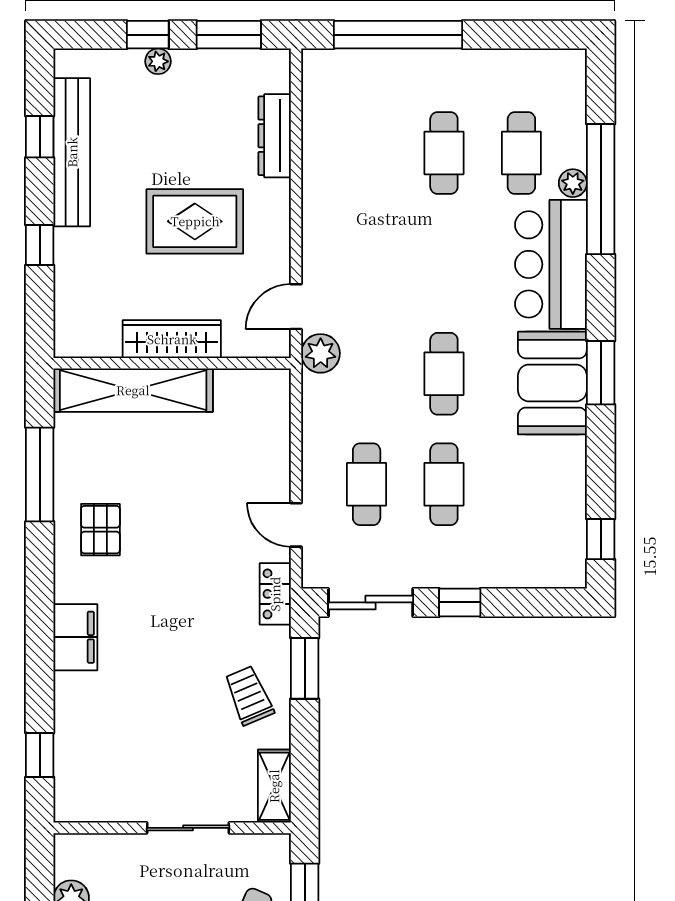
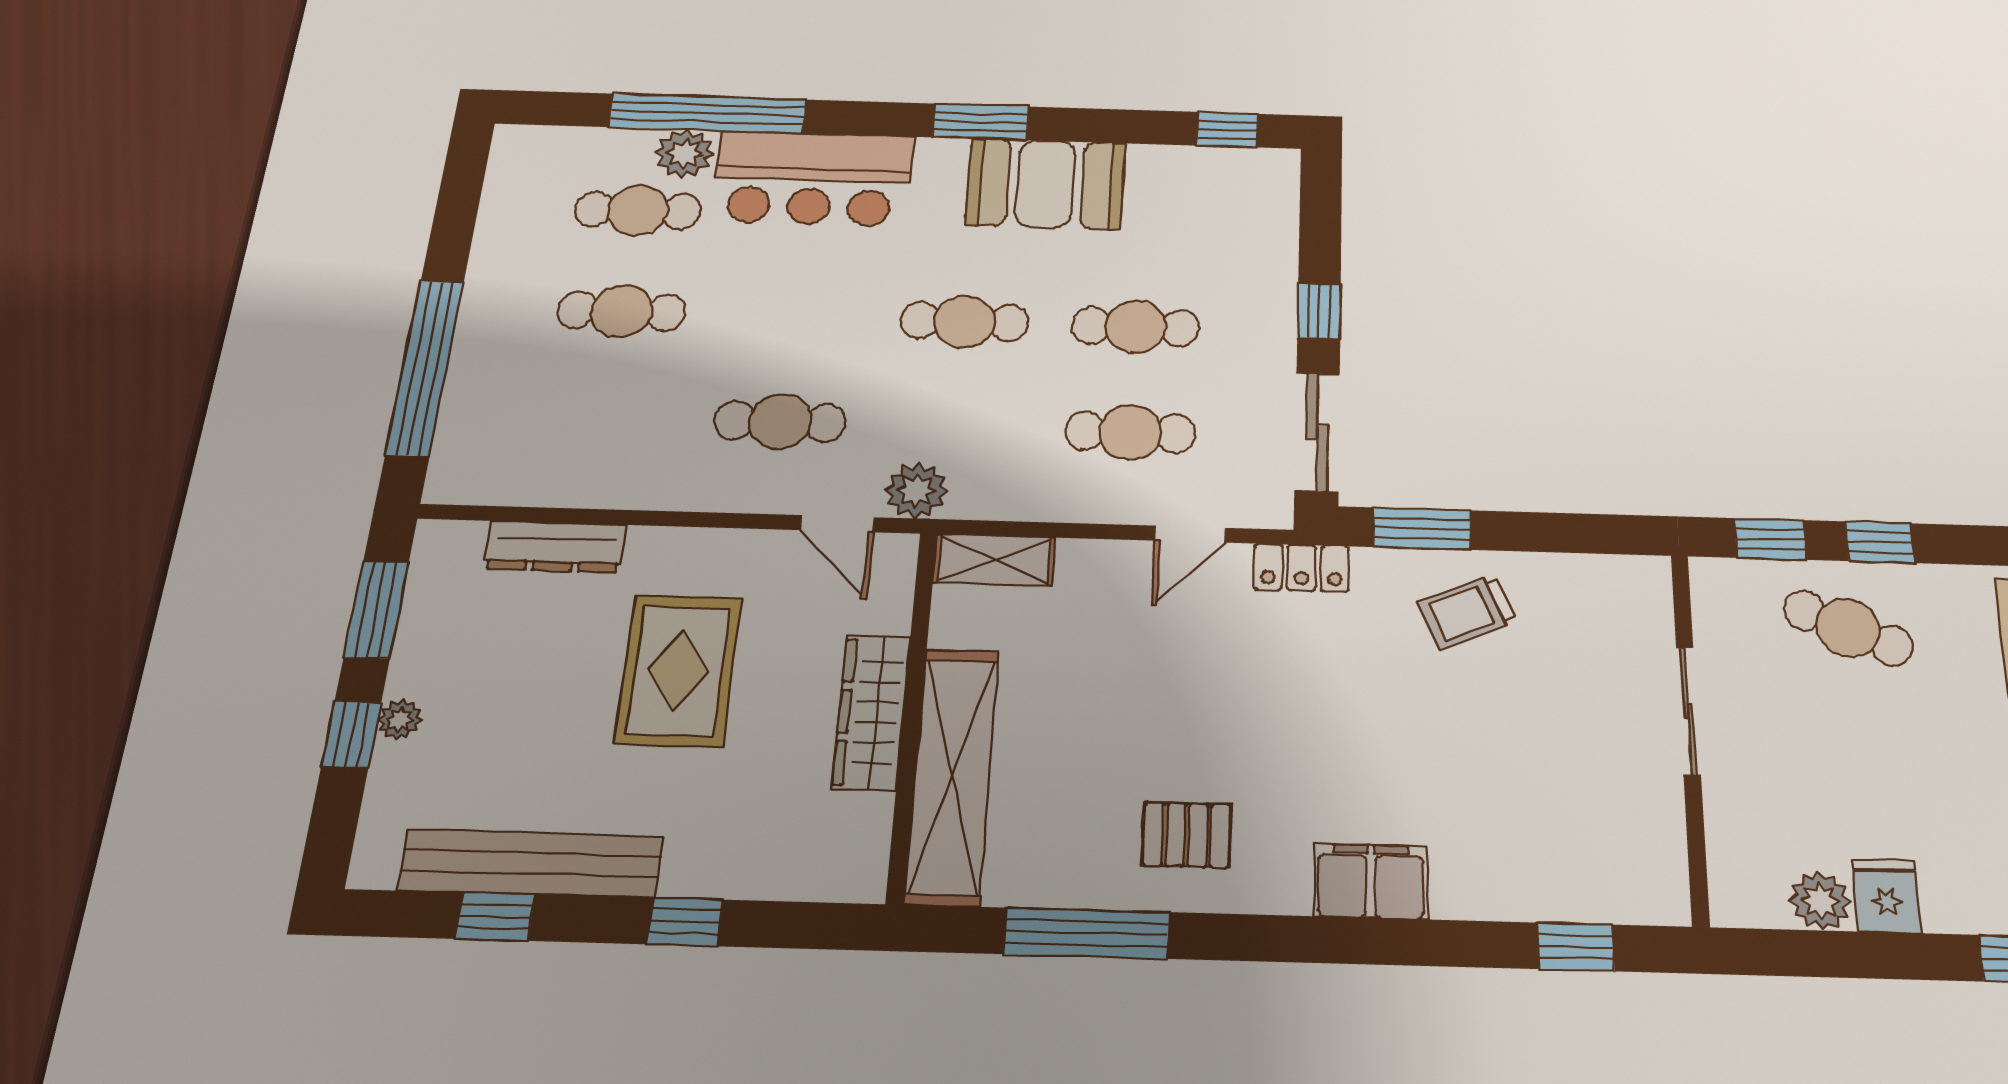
plant: (573, 183) -> (685, 153), width x1.38, depth x1.38
cafe table: (367, 263) -> (780, 422), added
booth: (552, 383) -> (1046, 184), moved
shelving: (274, 786) -> (994, 560), moved

